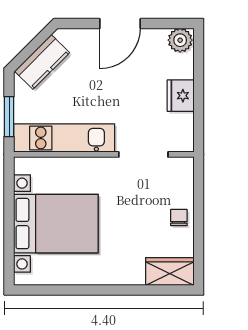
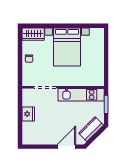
door: (120, 23) -> (66, 147), moved
plant: (180, 40) -> (28, 139), removed
bed with nightstands: (56, 224) -> (67, 47), moved, turned -90

